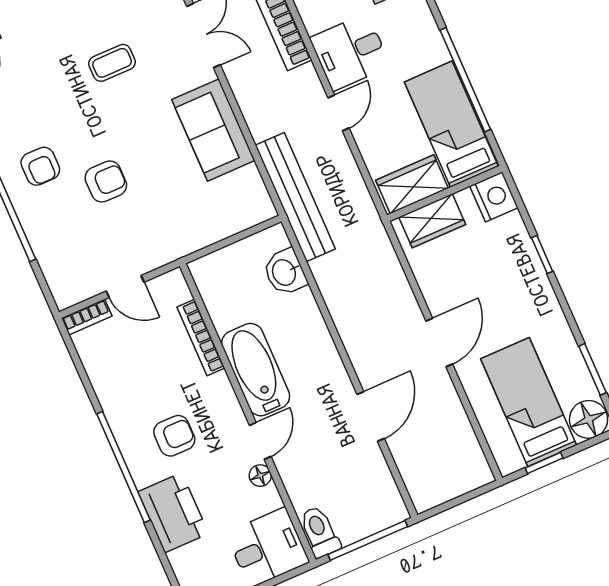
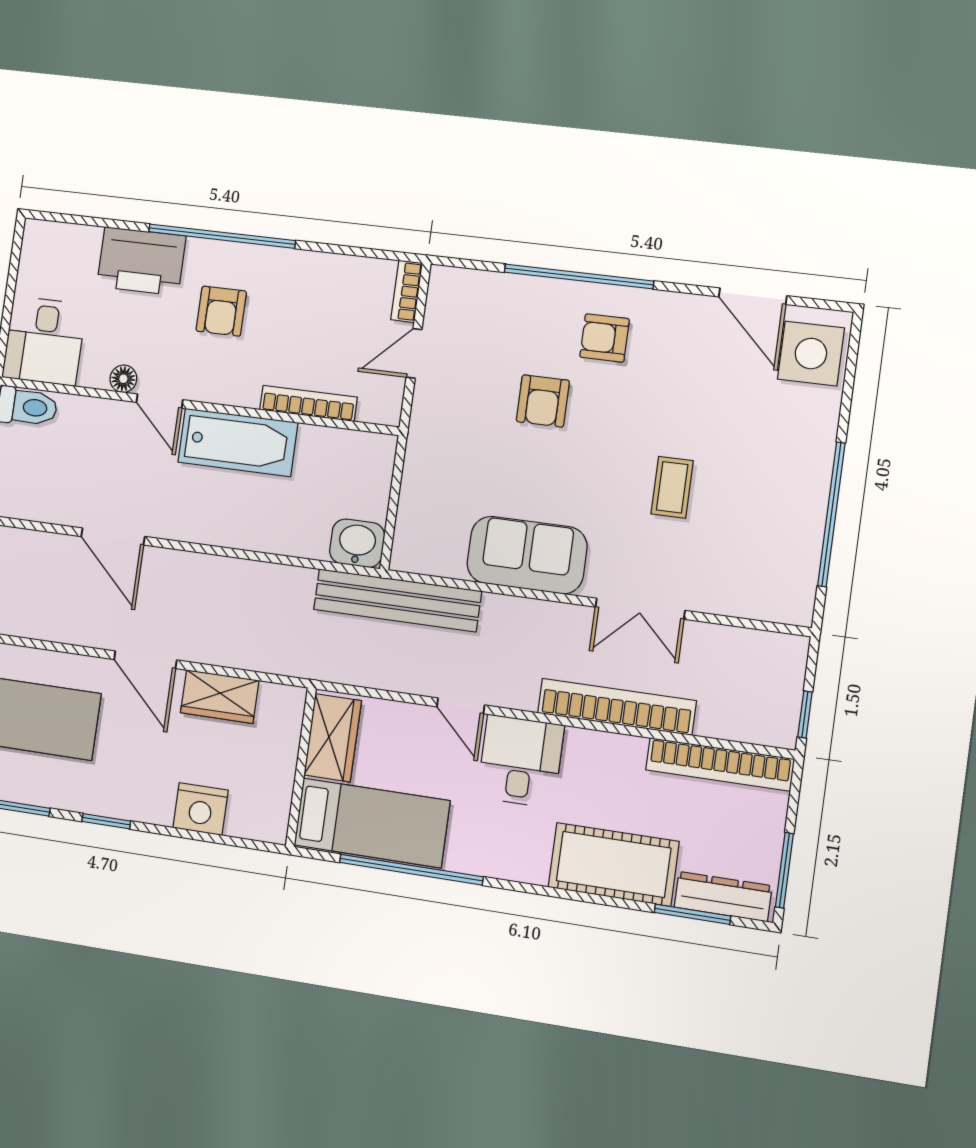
nightstand: (494, 197) -> (201, 809), moved
wardrobe: (432, 221) -> (220, 697), moved, turned -90
window: (542, 255) -> (106, 821), moved
washbasin: (285, 272) -> (357, 543), moved

